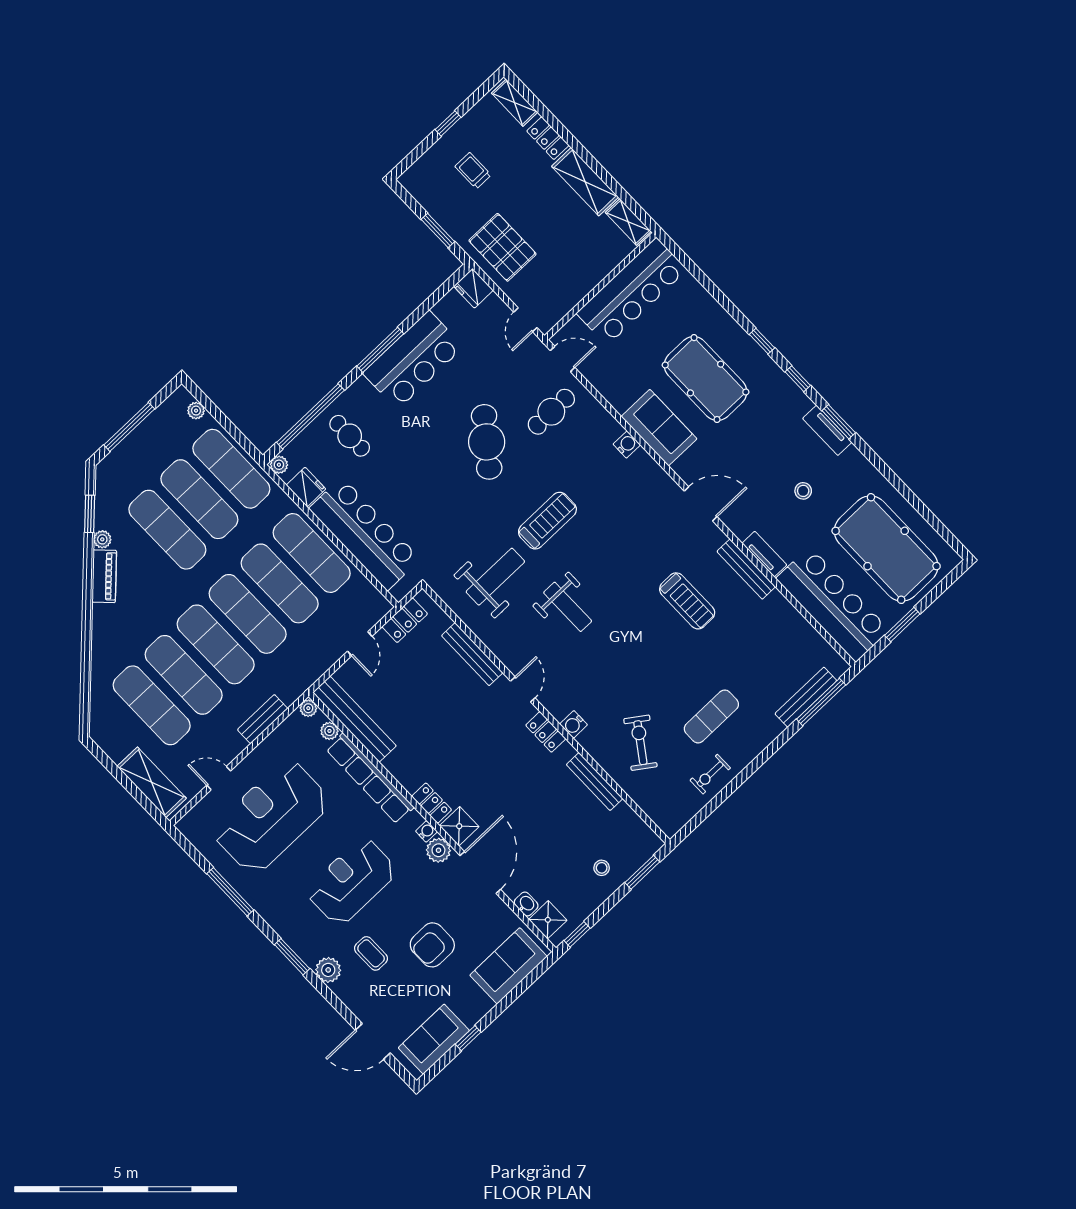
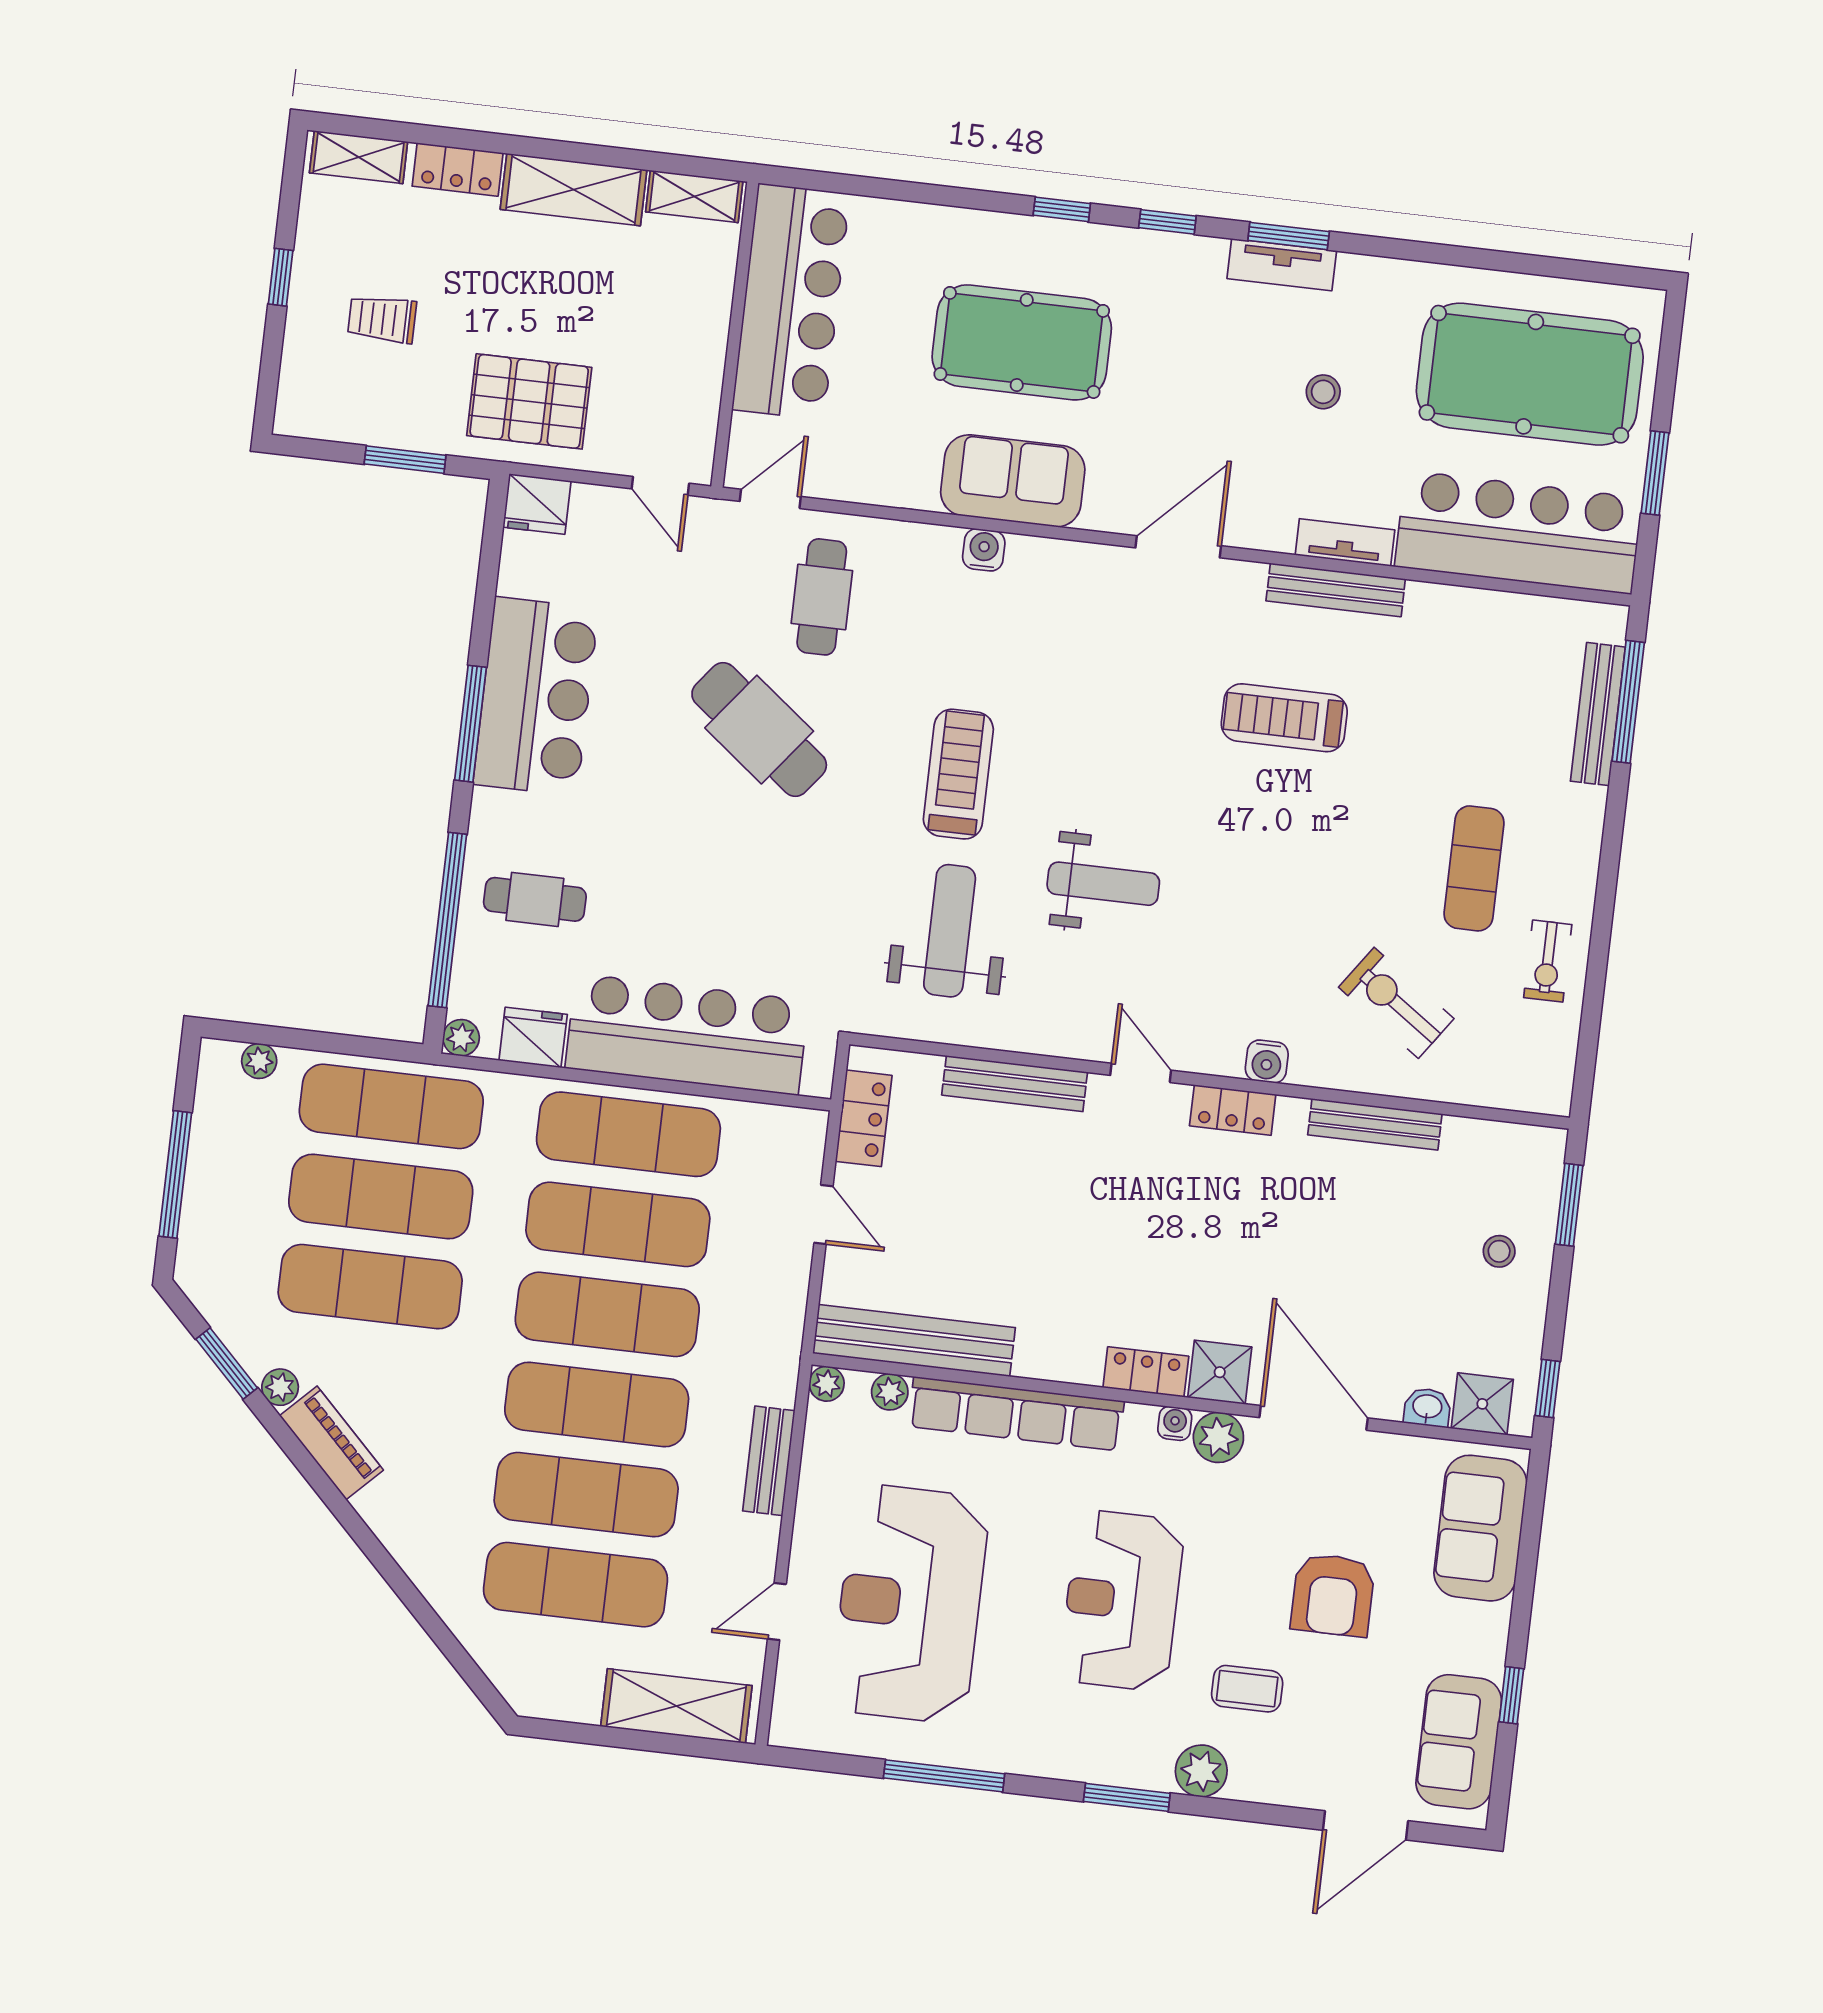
treadmill: (687, 601) -> (1284, 718), turned 180

